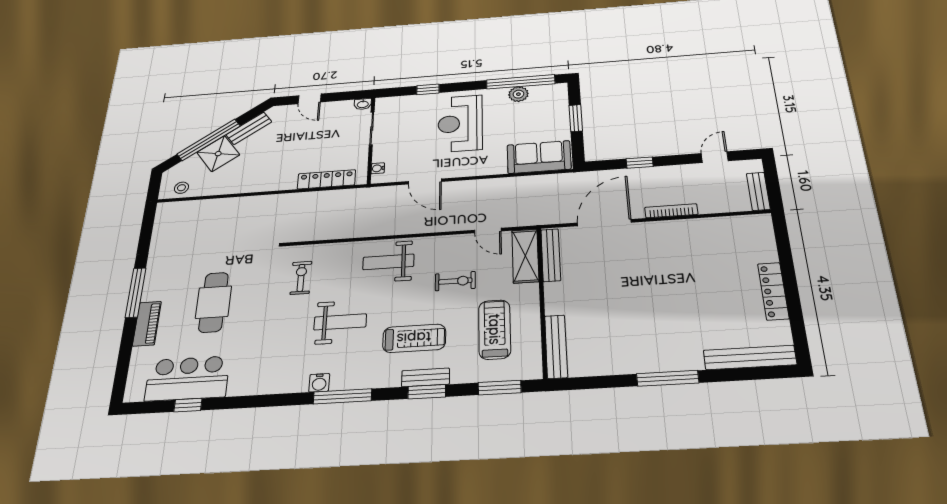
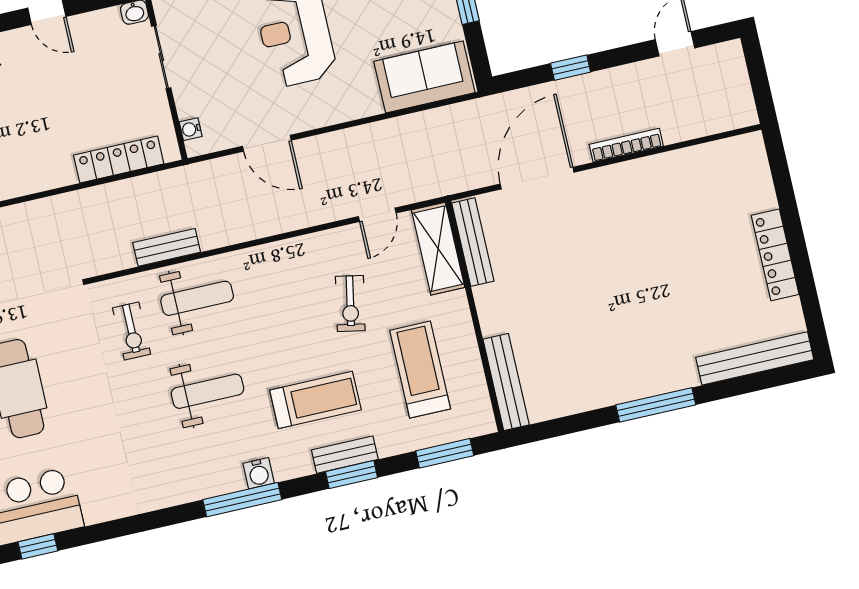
bench: (758, 191) -> (167, 247), moved, turned 90
door: (488, 231) -> (377, 215), hinge flipped
weight bench: (388, 262) -> (197, 298), moved, turned 180
exercise bike: (301, 278) -> (132, 331), turned 180
exercise bike: (455, 281) -> (350, 303), turned 101
water cooler: (319, 383) -> (259, 473), moved

